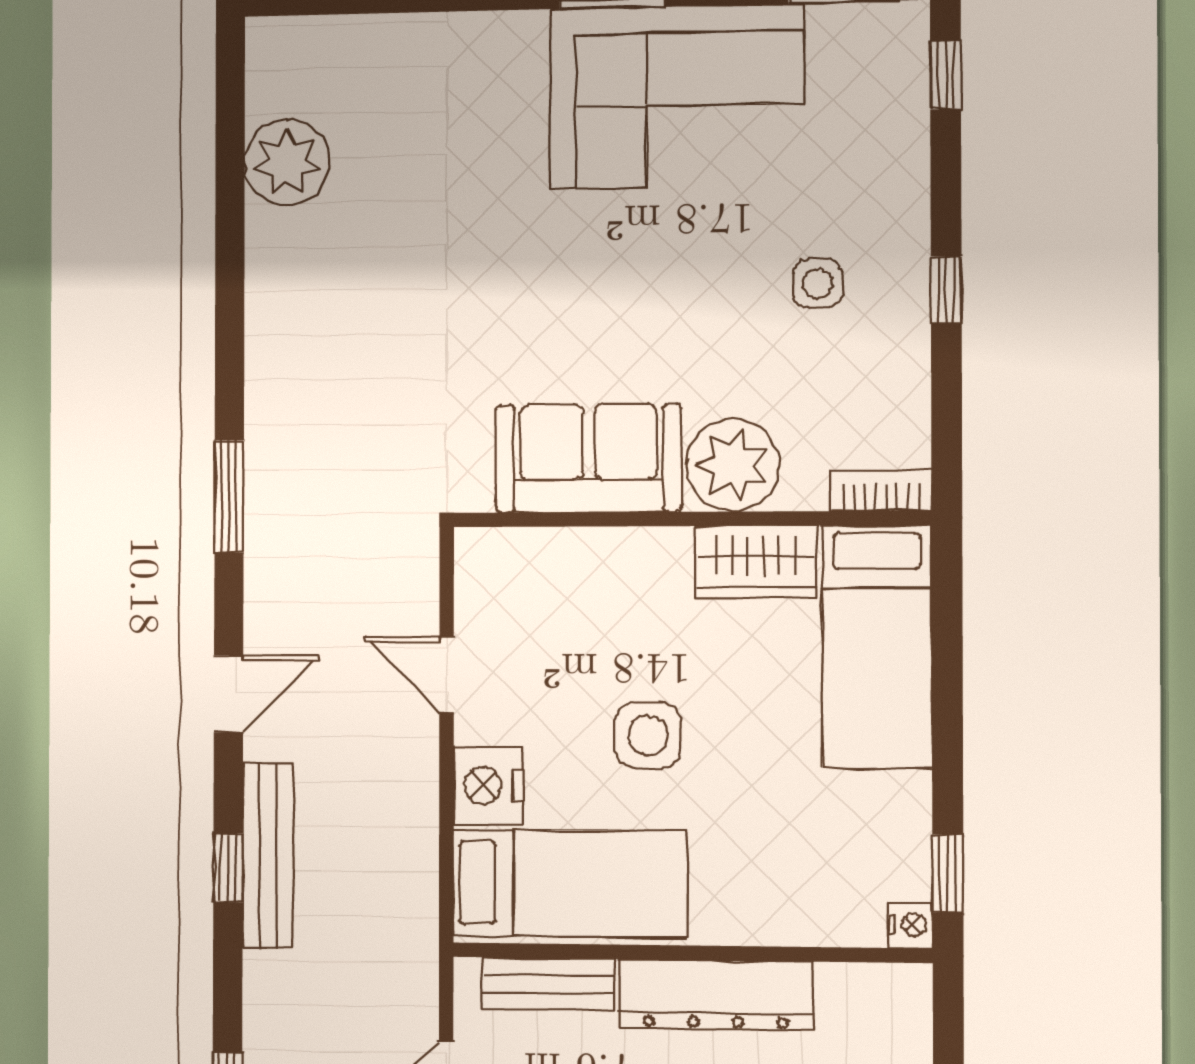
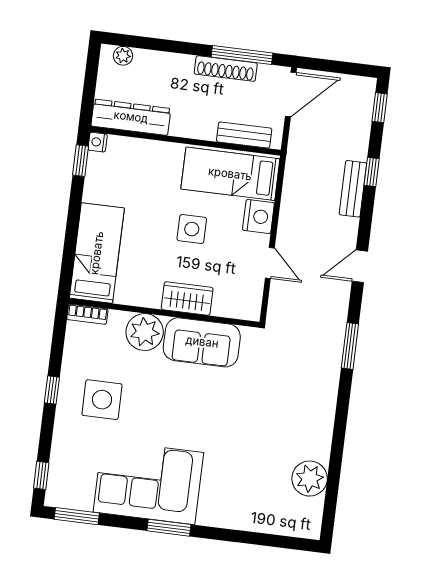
side table: (818, 284) -> (102, 400), width x1.87, depth x1.87
wardrobe: (756, 561) -> (187, 299), moved
bench: (268, 856) -> (353, 189), width x0.73
window: (228, 868) -> (372, 172), moved
dresser: (716, 995) -> (131, 117), moved

